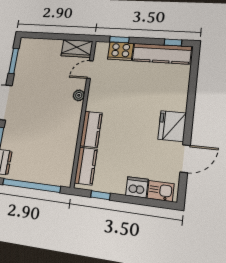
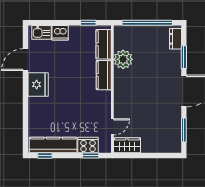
plant: (79, 95) -> (123, 59), moved, width x1.88, depth x1.88

